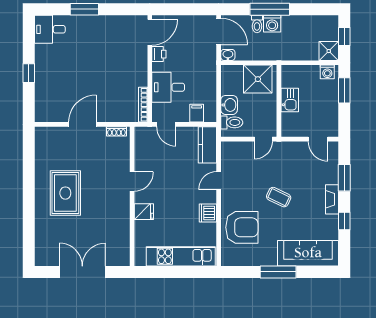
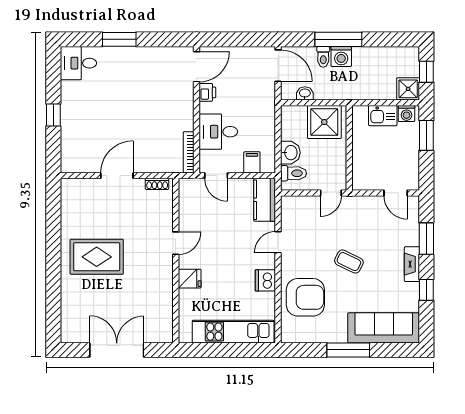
washbasin: (228, 55) -> (305, 93), moved
kitchen sink: (290, 100) -> (383, 116), moved, turned 90
rug: (65, 193) -> (97, 257), turned 90

